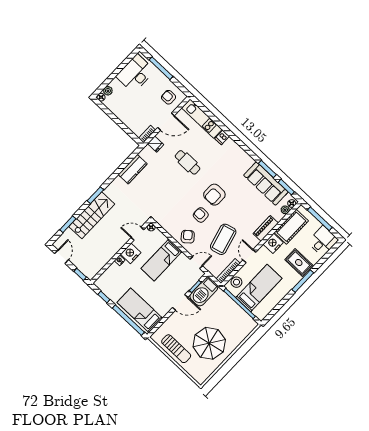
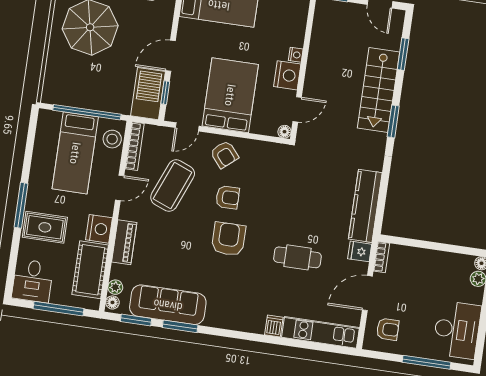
kitchen counter: (133, 169) -> (365, 206), width x1.50
coffee table: (223, 239) -> (173, 186), turned 37
door: (249, 256) -> (120, 188), hinge flipped
bed: (162, 260) -> (230, 95), width x1.50

